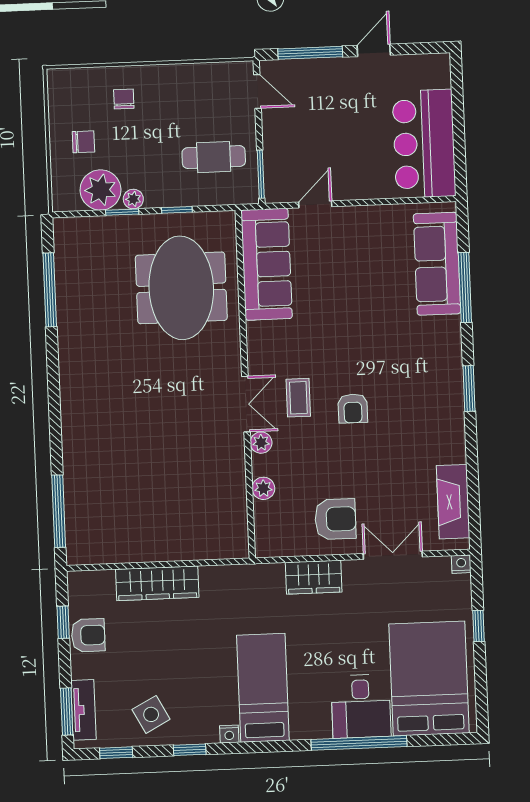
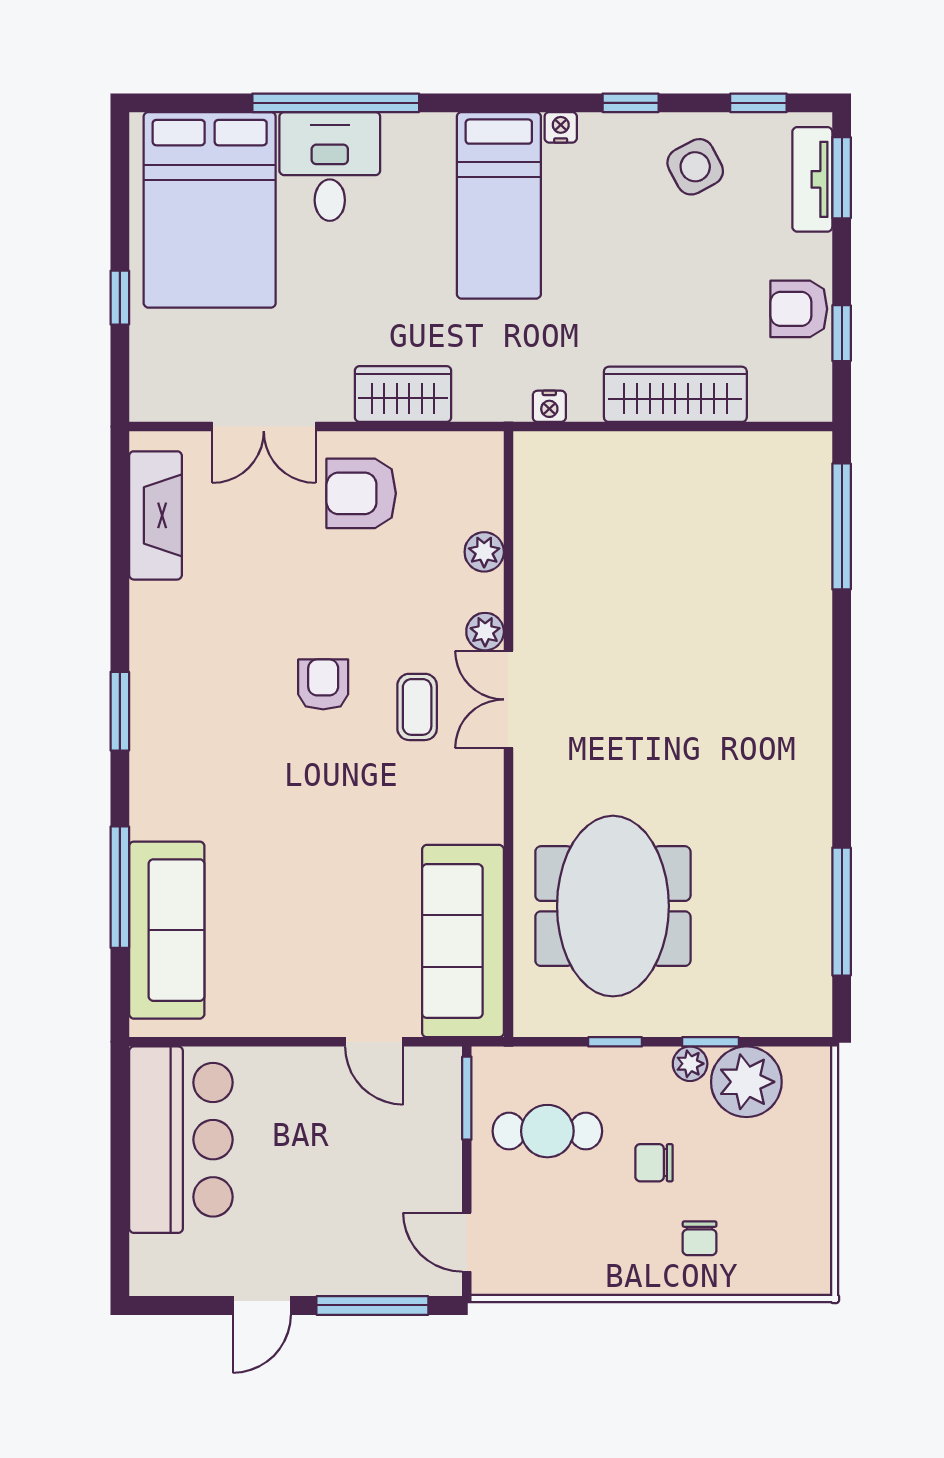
chair: (83, 142) -> (654, 1163), moved
door: (315, 204) -> (374, 1042), hinge flipped
nightstand: (461, 564) -> (549, 406), moved

